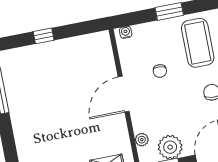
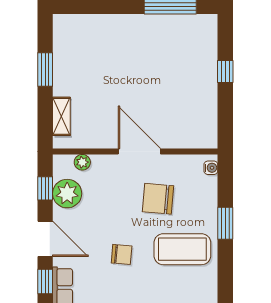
chair: (160, 71) -> (158, 199), width x1.87, depth x1.87

